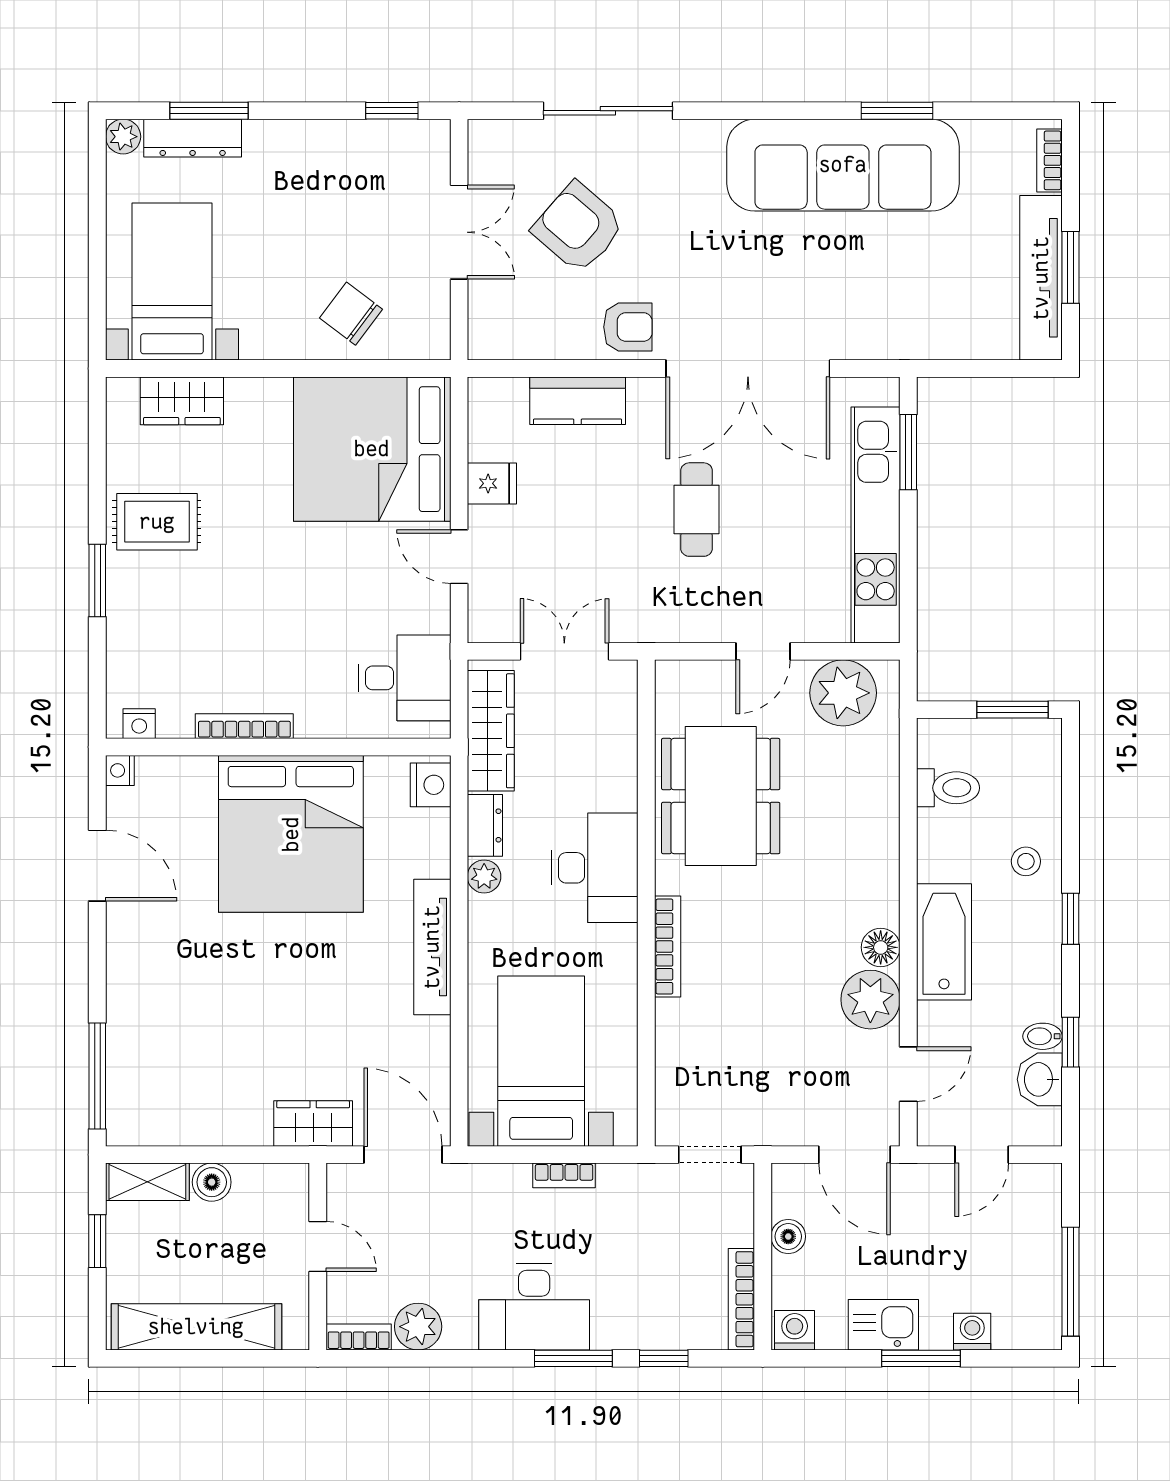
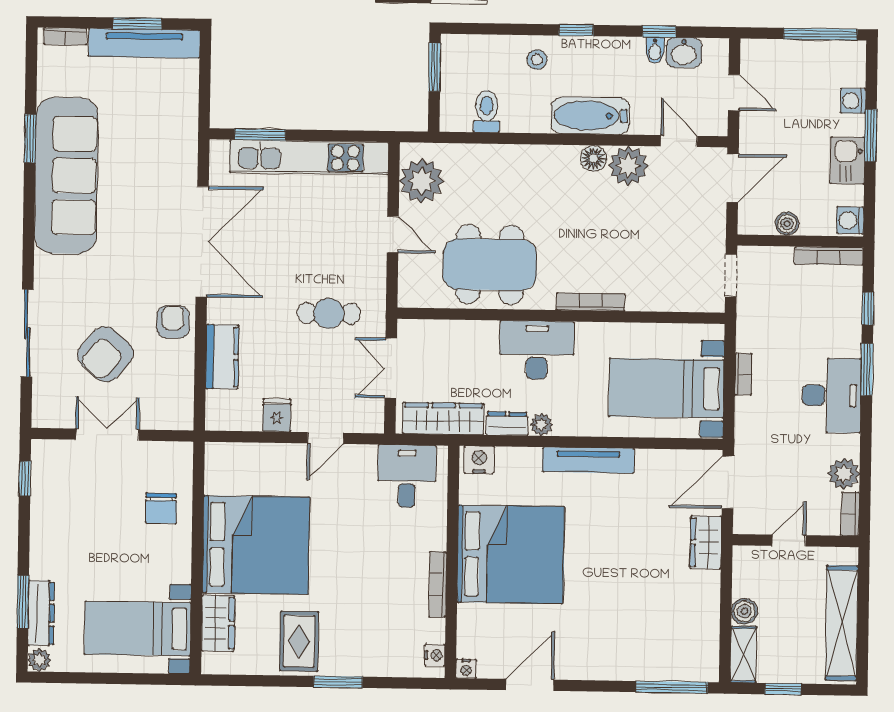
chair: (351, 314) -> (161, 508), turned -37
bed: (372, 449) -> (256, 545), moved, turned -90
cafe table: (697, 510) -> (329, 313), moved

